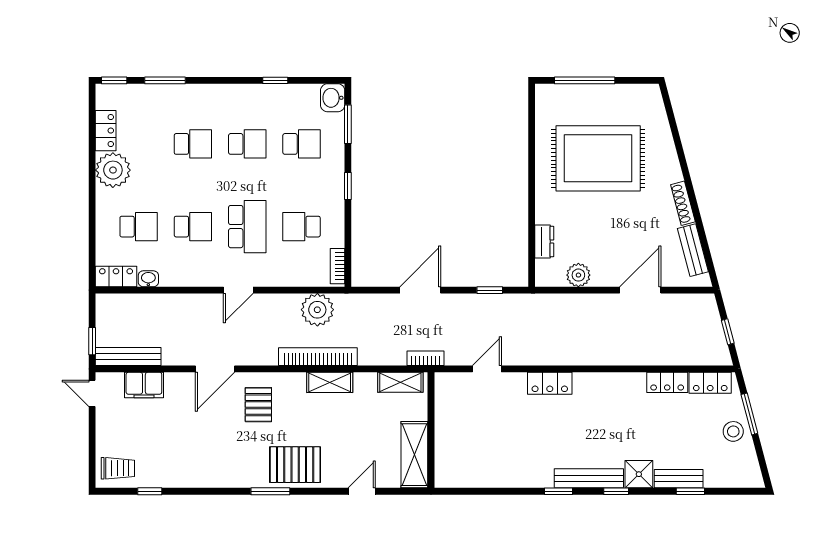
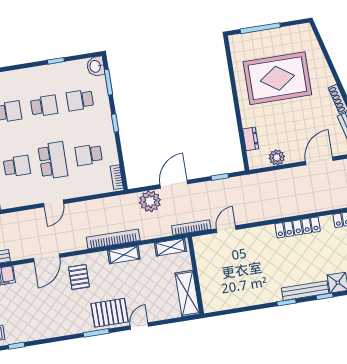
school desk: (302, 144) -> (80, 100), turned 180
plant: (317, 310) -> (150, 201), moved
bookcase: (425, 358) -> (191, 228), width x1.56
locker: (550, 383) -> (298, 227), moved, width x1.53
door: (362, 491) -> (139, 326), moved

